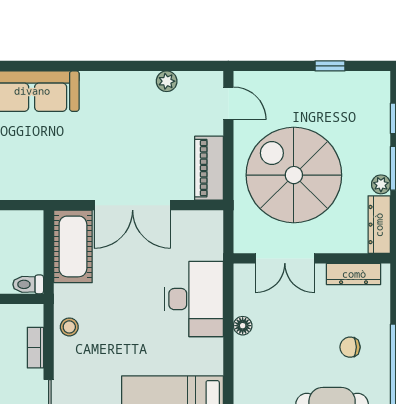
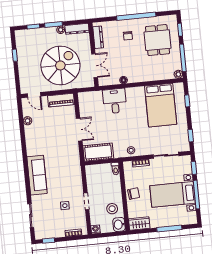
door: (228, 103) -> (34, 95), swing flipped
spiral stairs: (294, 175) -> (60, 65), turned 180
double door: (133, 205) -> (79, 130), width x0.73
desk: (194, 299) -> (115, 101), width x0.73

